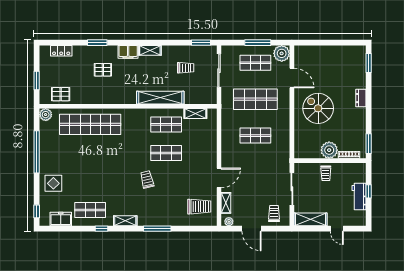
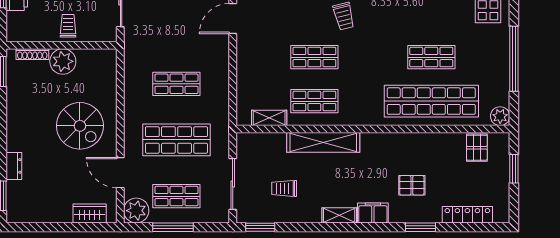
locker: (61, 51) -> (467, 215), width x1.53
wardrobe: (312, 52) -> (90, 213), added
pallet: (61, 94) -> (477, 148), turned 90
dresser: (361, 98) -> (14, 166), moved
shop shelf: (90, 153) -> (431, 57), added

